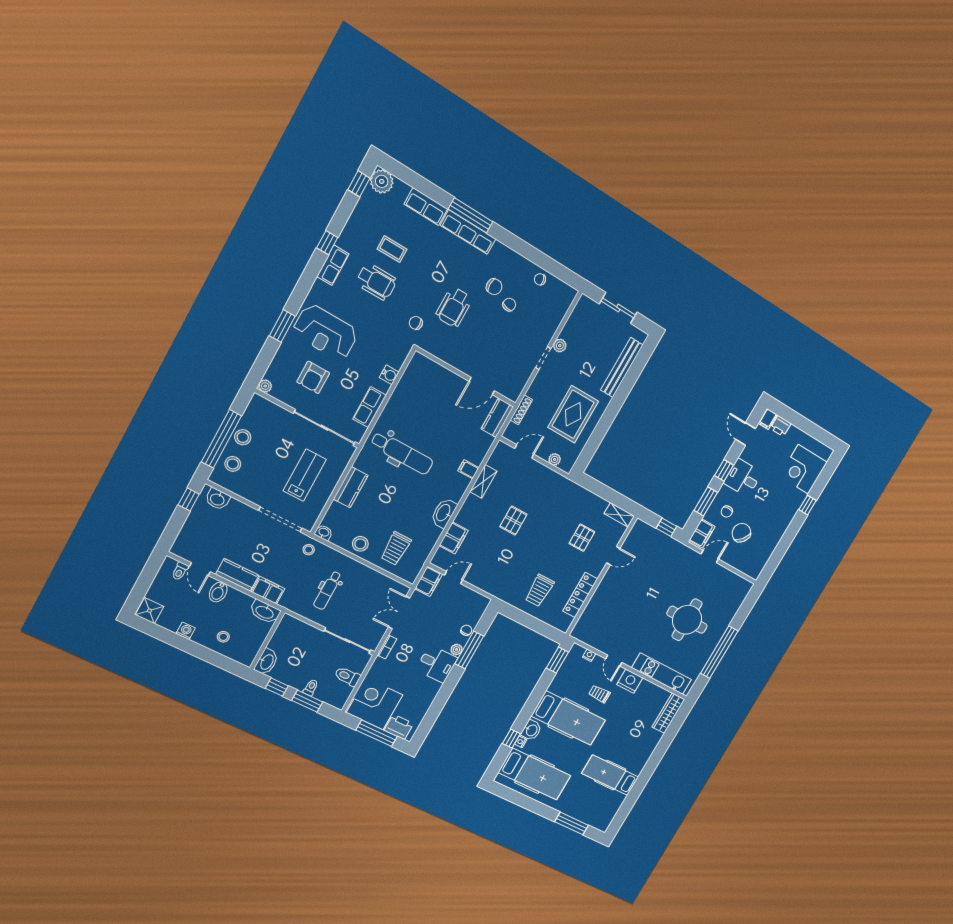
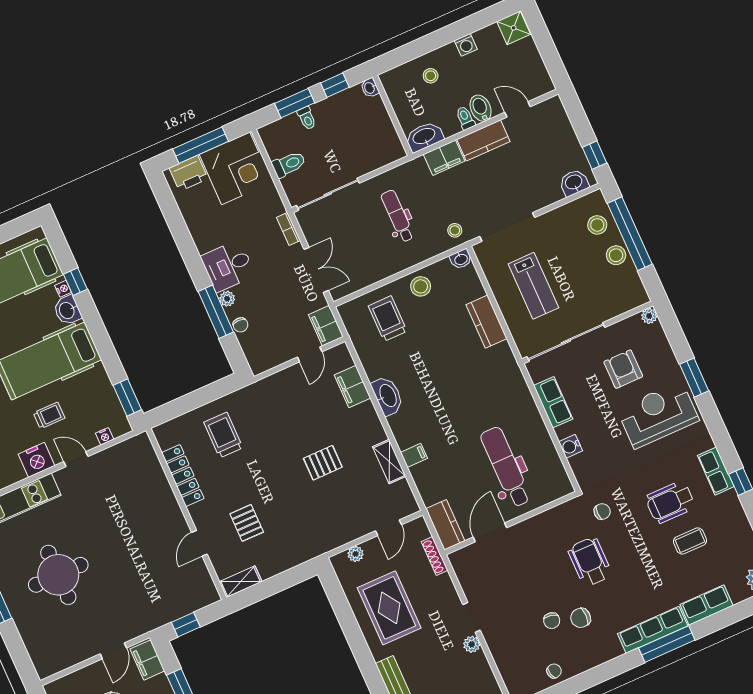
dental chair: (402, 453) -> (506, 467), moved, turned 90
pallet: (513, 521) -> (323, 463), turned 90
toilet: (180, 571) -> (465, 118), moved
washbasin: (267, 662) -> (370, 88), width x0.52, depth x0.69

